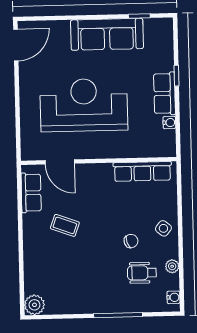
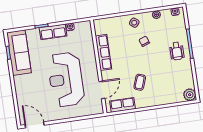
sofa: (107, 34) -> (19, 53), moved
row of seats: (142, 171) -> (103, 52), moved
wheelchair: (142, 273) -> (177, 51), moved

